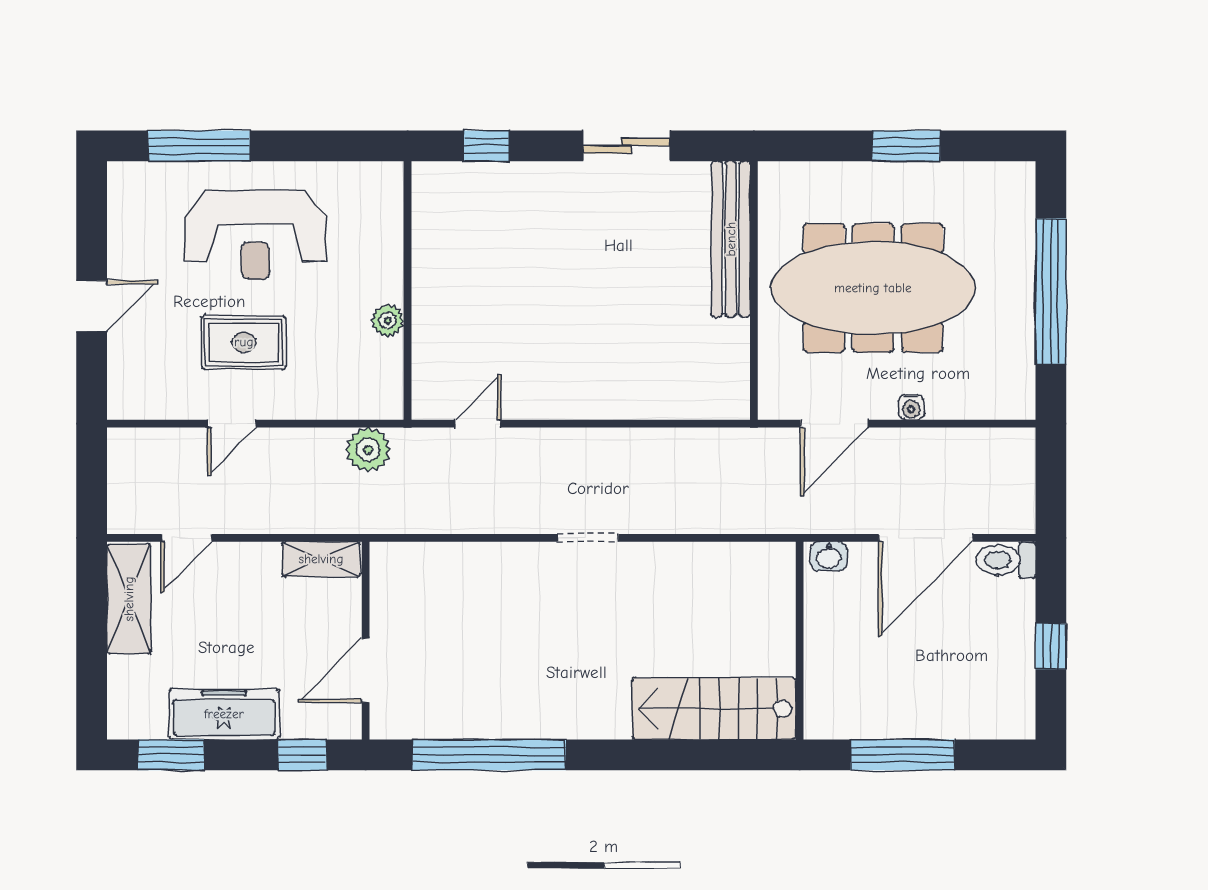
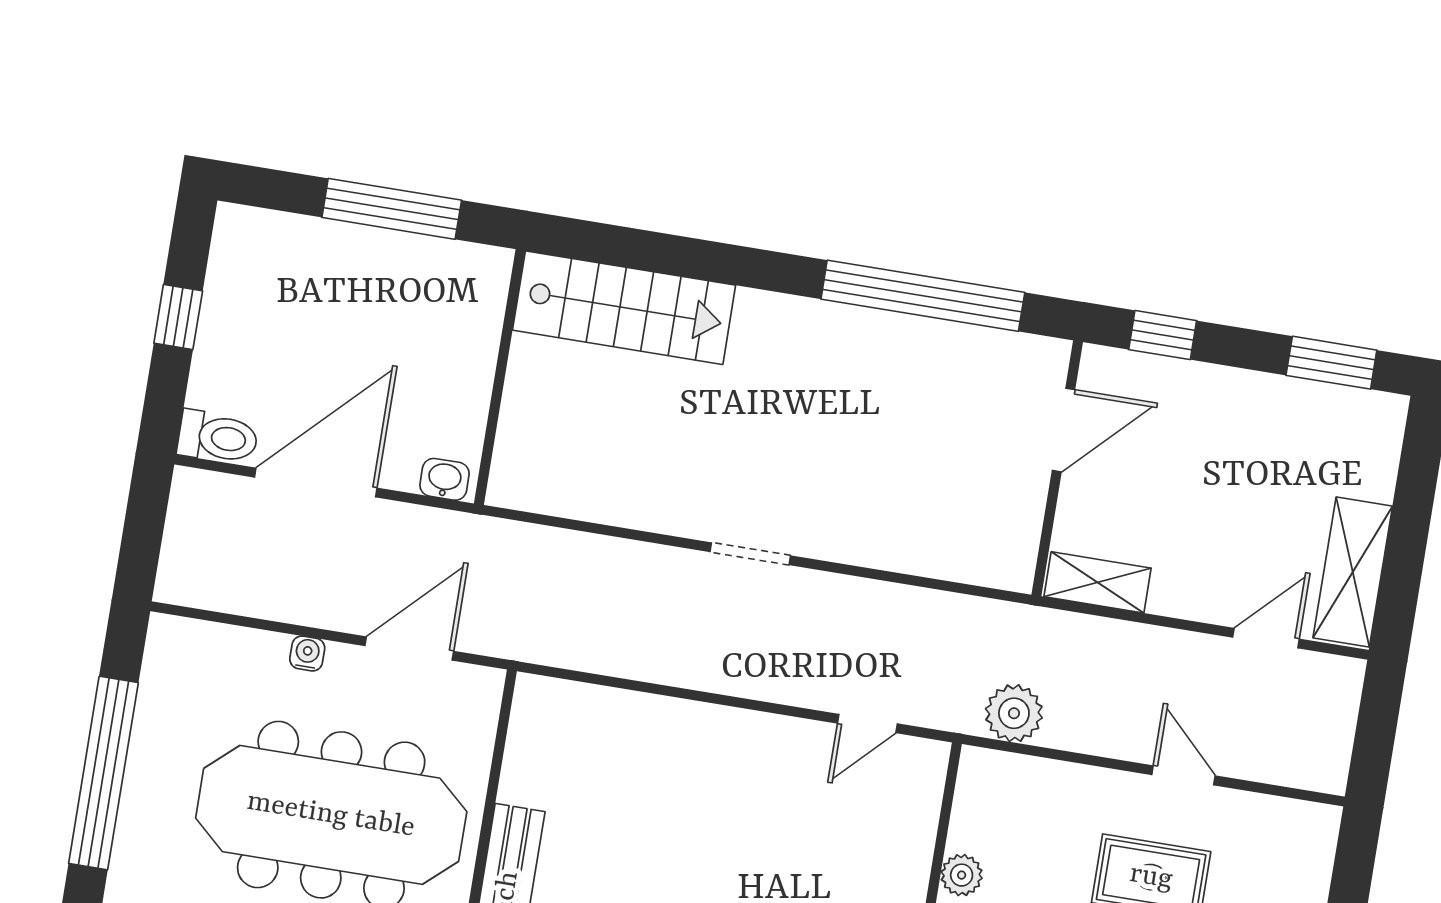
door: (232, 424) -> (1183, 775), hinge flipped
freezer: (224, 714) -> (1255, 404), removed

